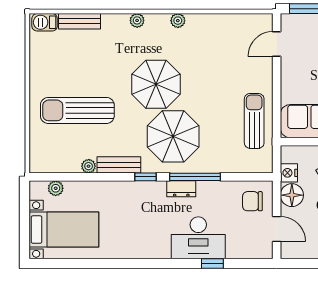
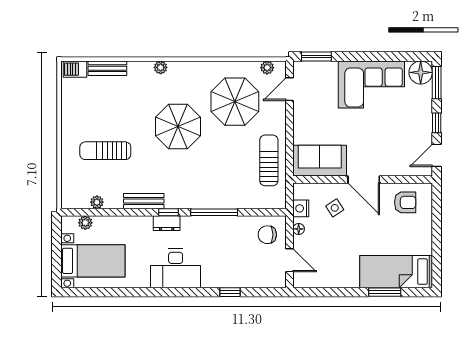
plant: (178, 21) -> (267, 68), moved
sun lounger: (77, 110) -> (105, 151), width x0.73, depth x0.75
parasol: (173, 136) -> (235, 102), moved
plant: (89, 166) -> (97, 202), moved
dresser: (181, 189) -> (167, 223), moved
floor lamp: (292, 195) -> (299, 229), width x0.53, depth x0.53
desk: (198, 238) -> (176, 268), moved

